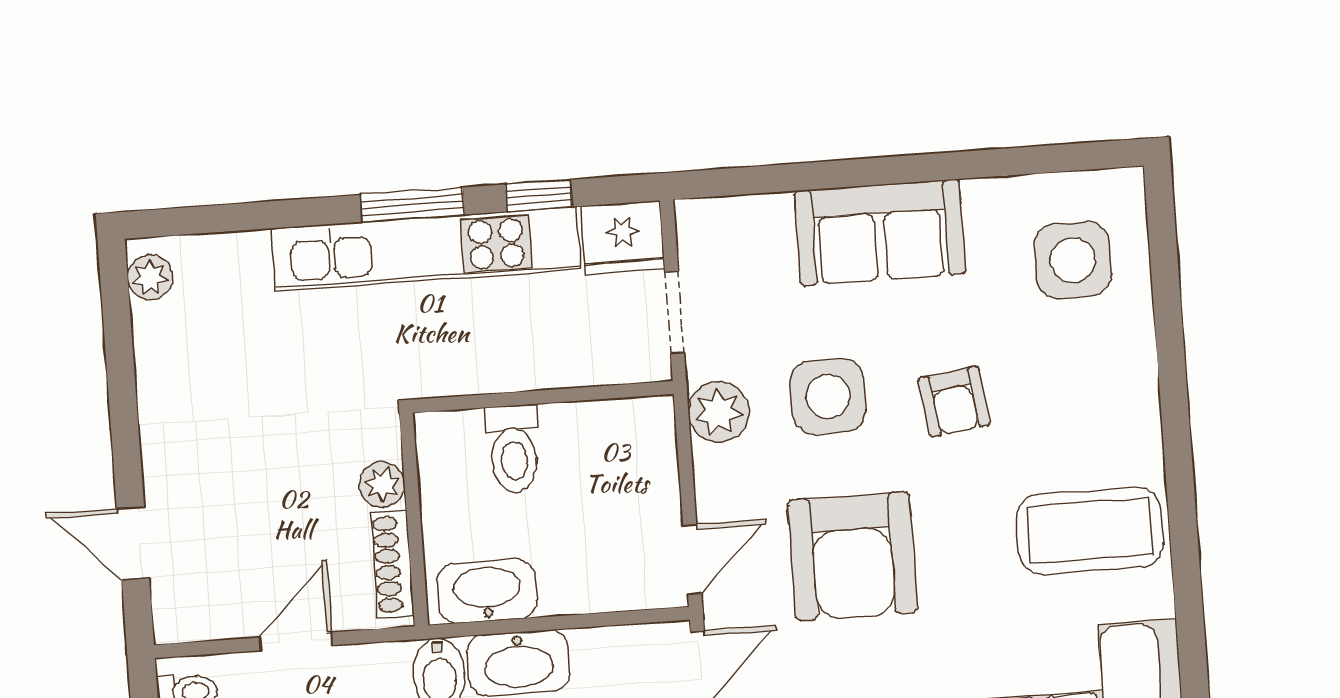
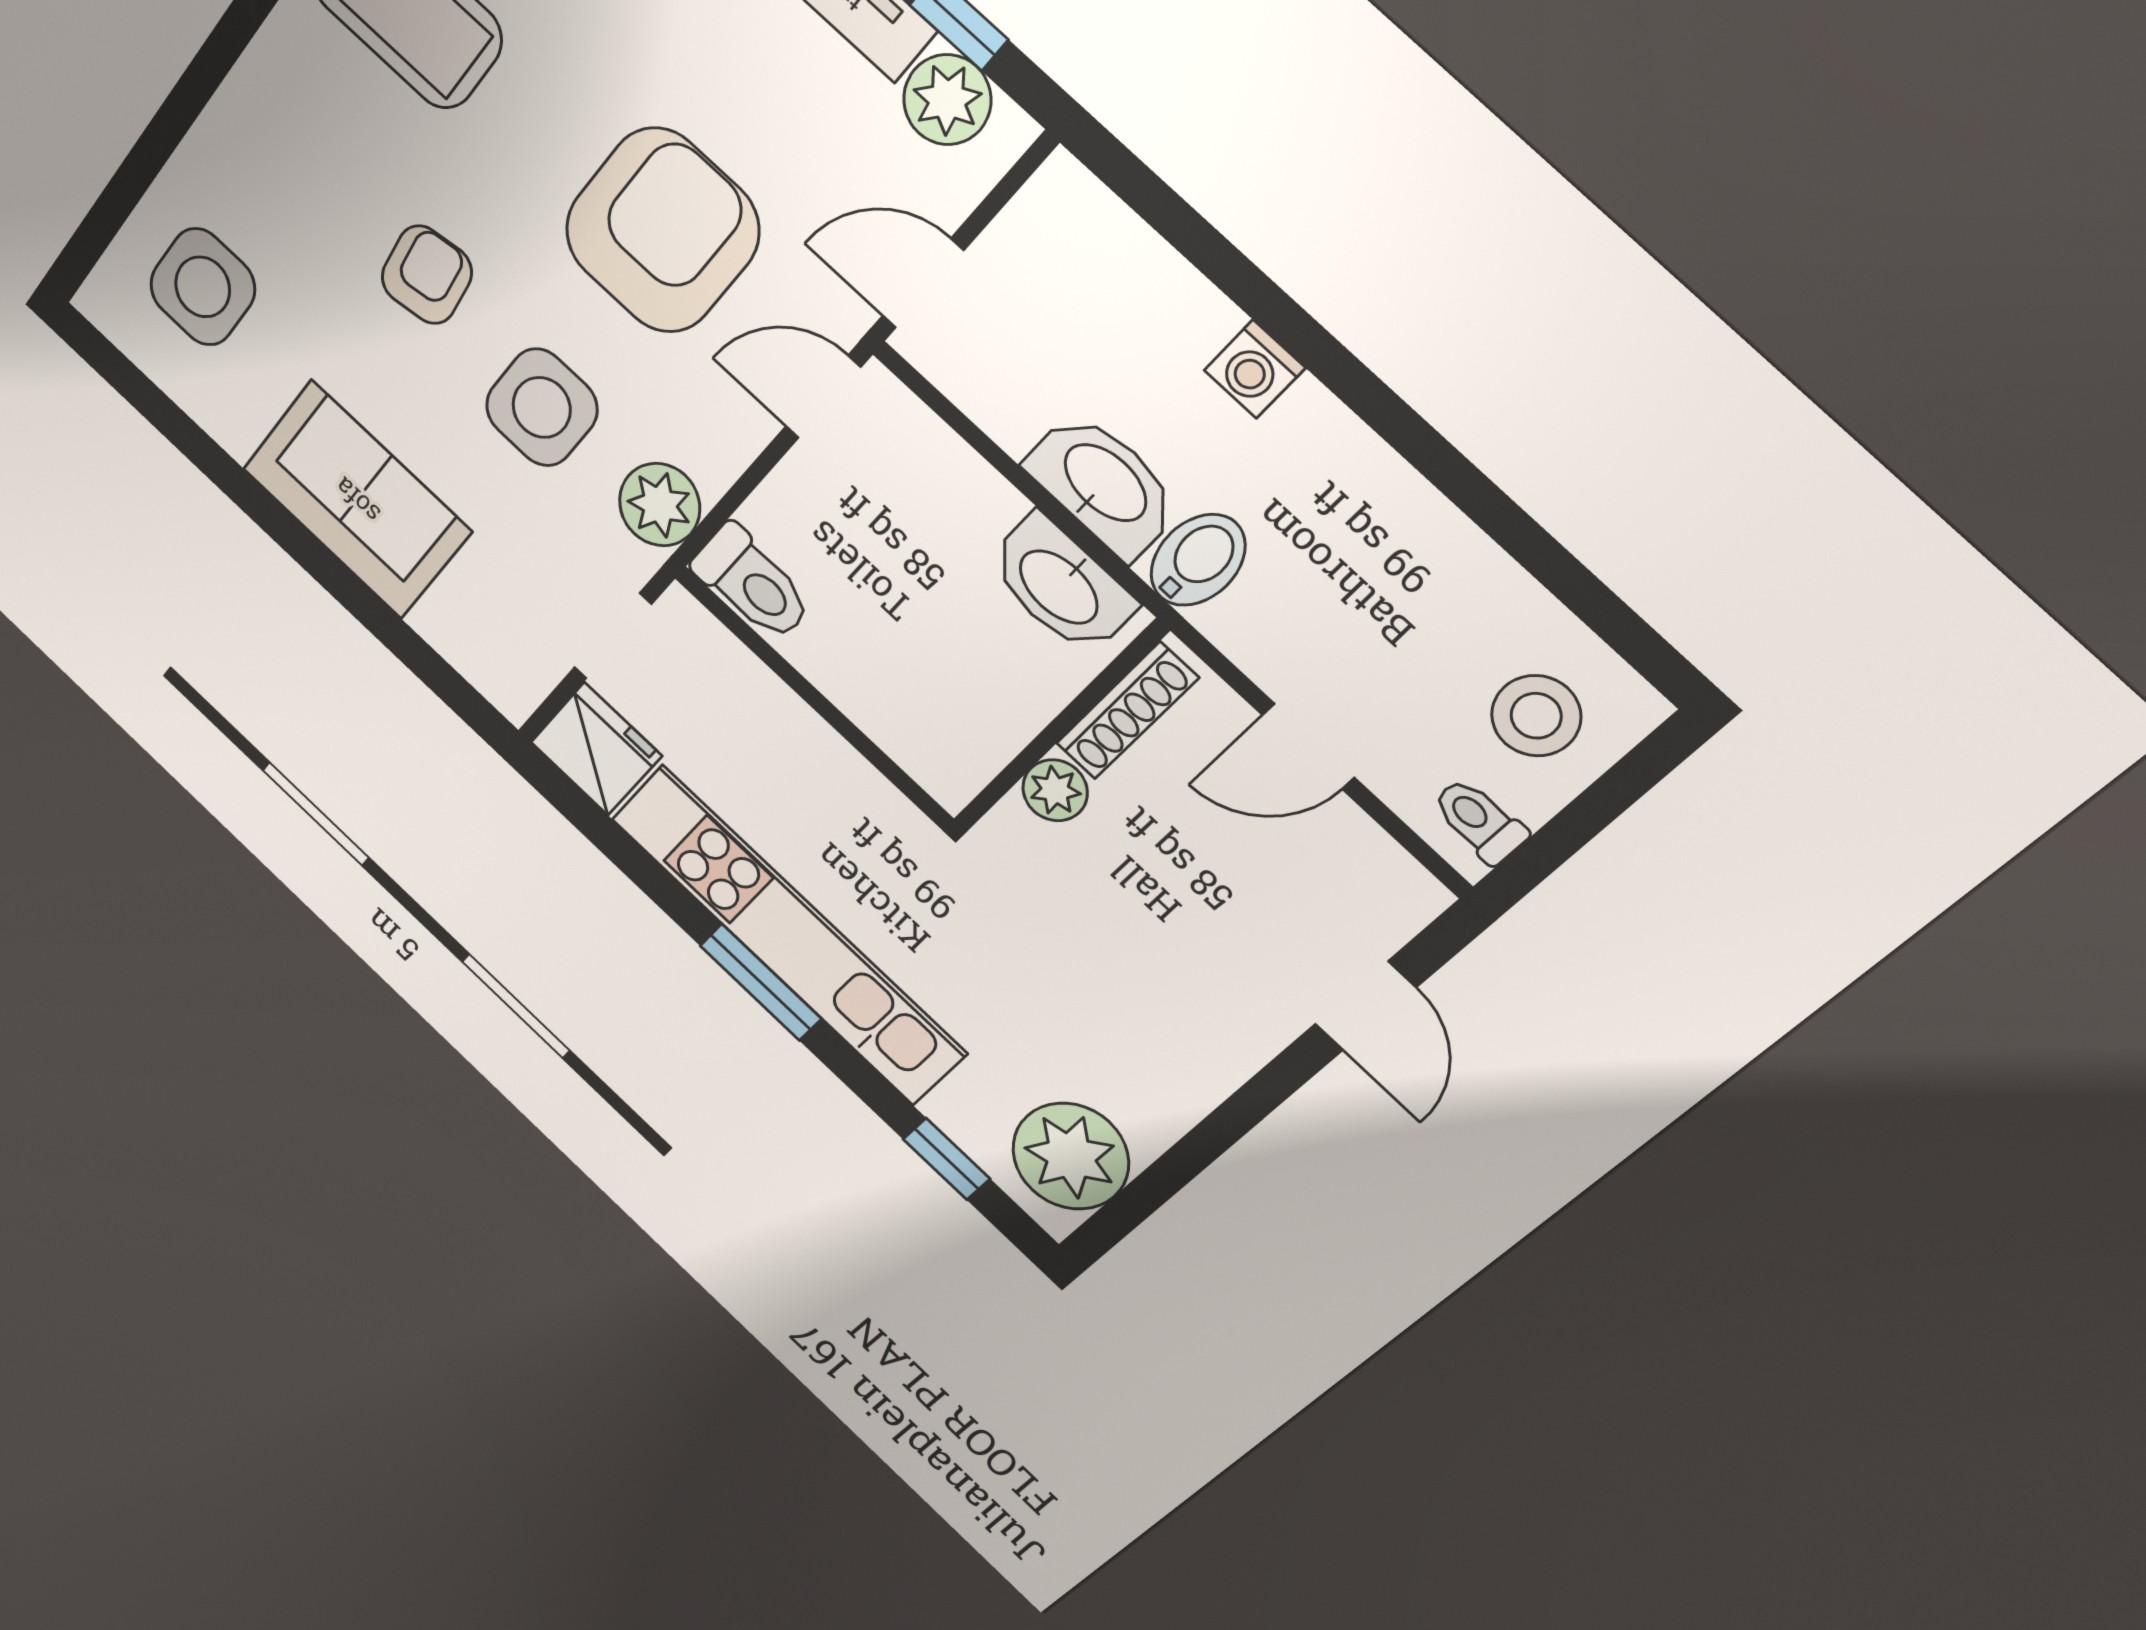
window: (539, 196) -> (946, 1159), moved
plant: (150, 277) -> (1071, 1156), width x1.87, depth x1.87
toilet: (513, 449) -> (752, 583), moved, turned 90

